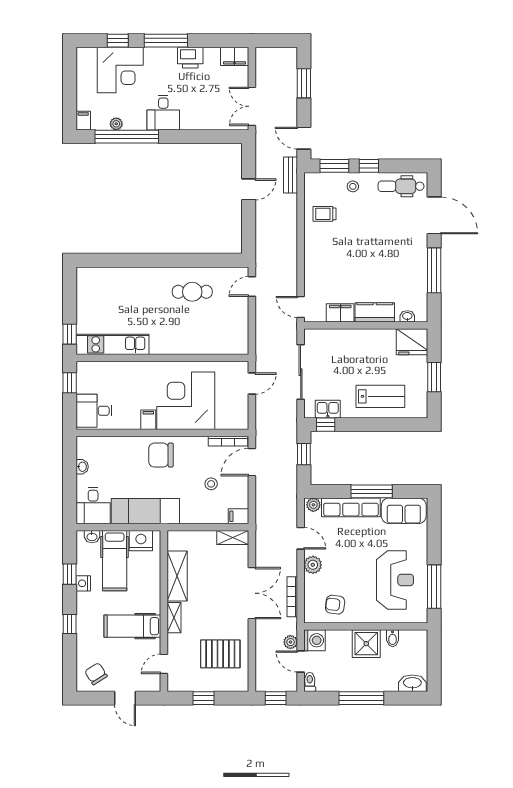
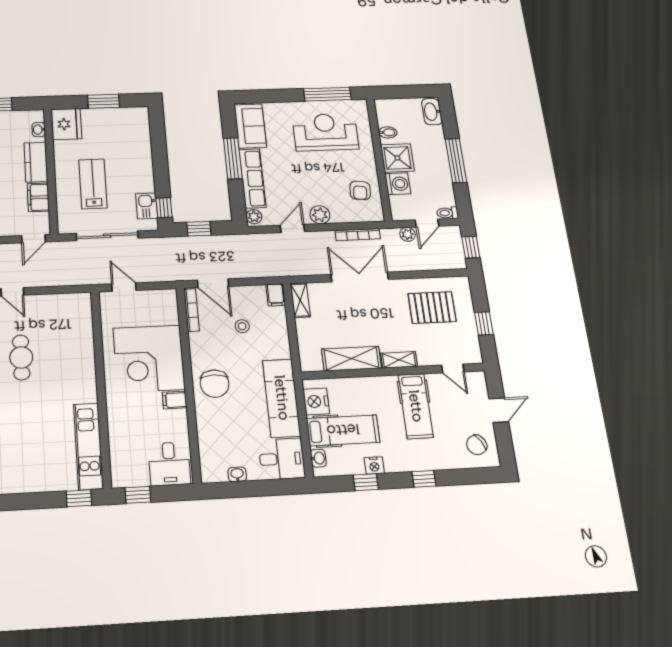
lab bench: (380, 396) -> (93, 184), moved
washing machine: (314, 640) -> (398, 184), moved, turned 90
pallet: (220, 654) -> (432, 308), turned 90

